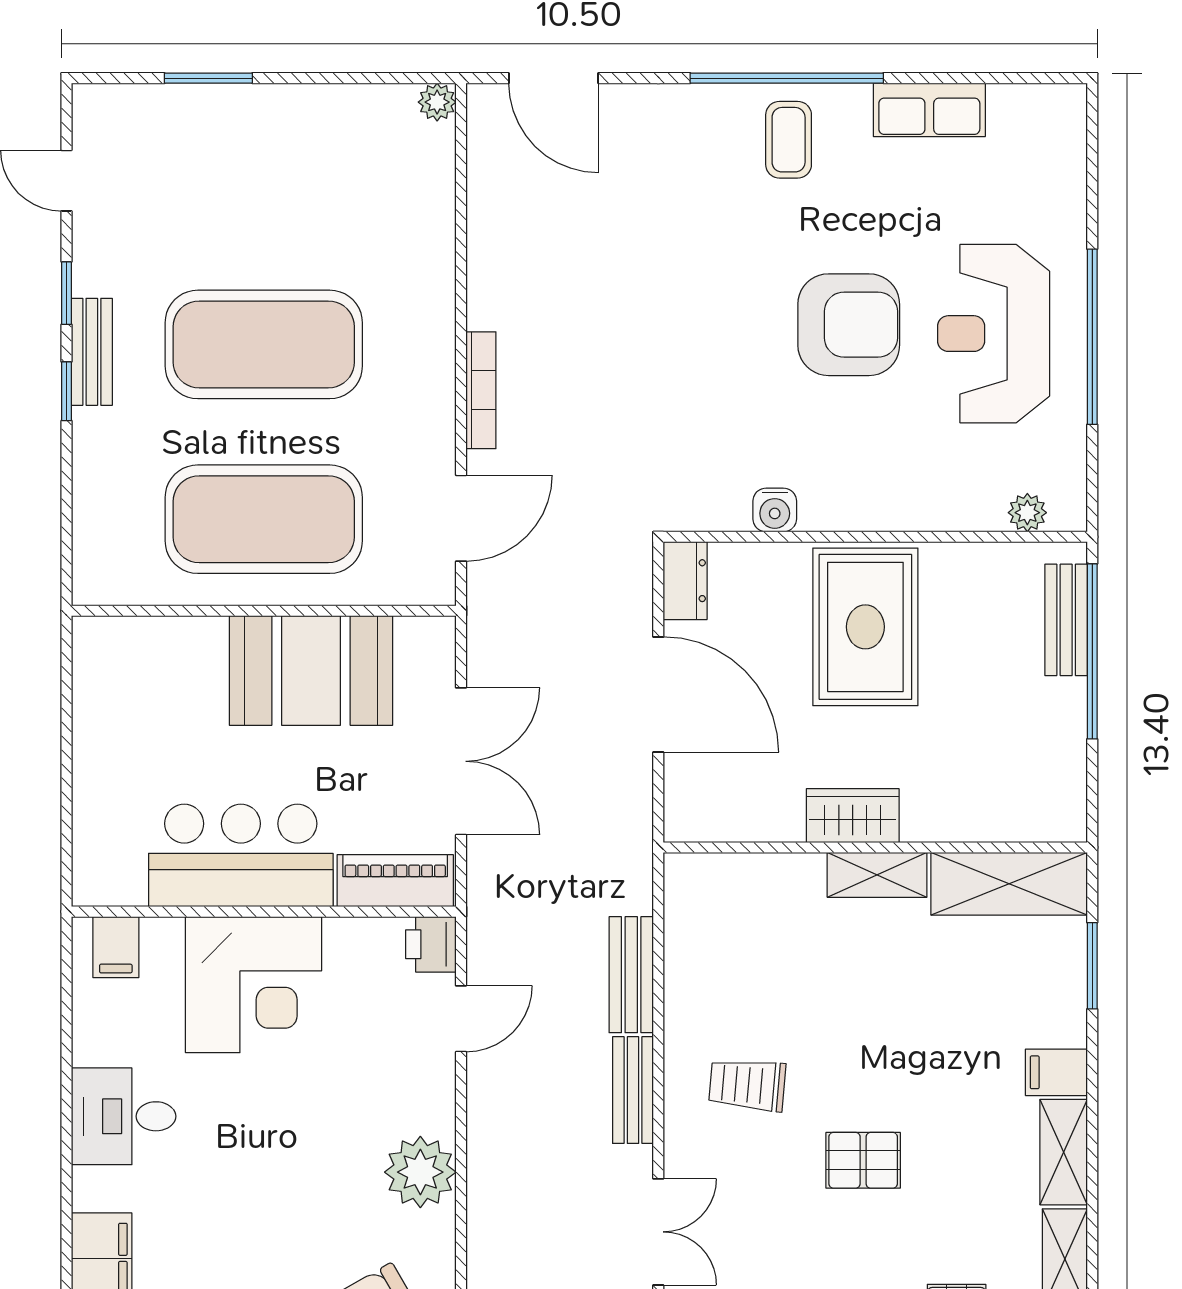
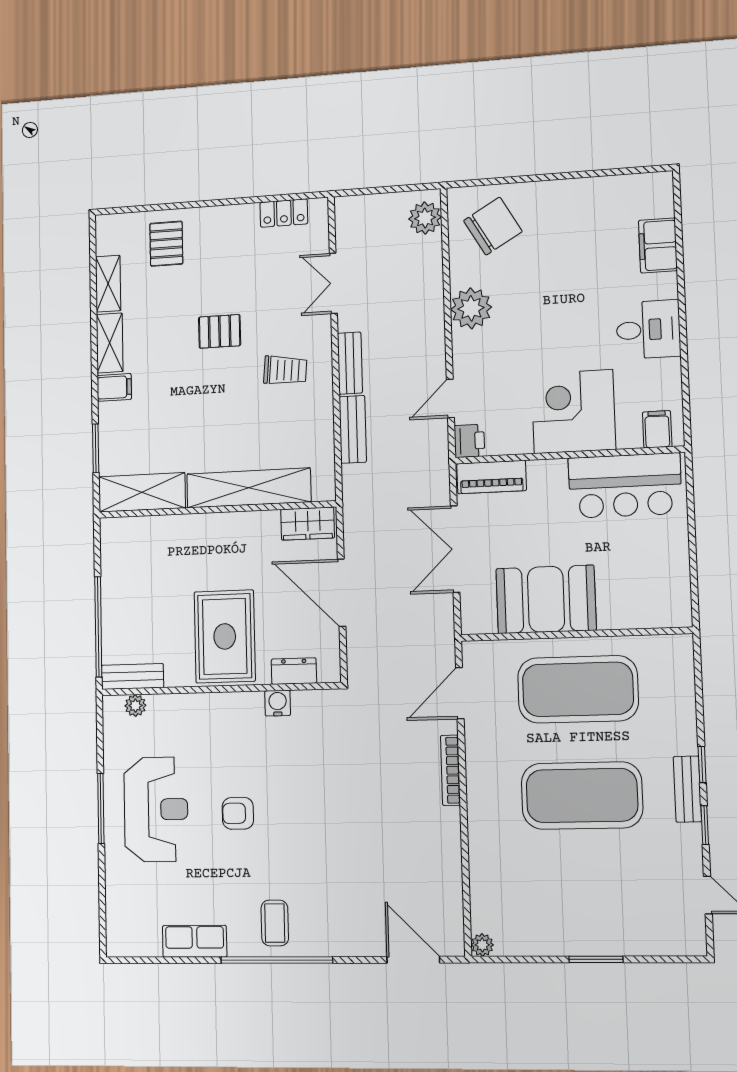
window: (208, 78) -> (596, 959), moved
armchair: (849, 325) -> (238, 813), width x0.53, depth x0.53
window: (1092, 337) -> (101, 808), width x0.68
dresser: (685, 581) -> (294, 671), moved, turned 90
bench: (1066, 620) -> (132, 676), moved, turned 90
wardrobe: (853, 816) -> (308, 524), moved
bar counter: (241, 855) -> (625, 486), moved
shelving: (877, 875) -> (249, 488), width x2.20, depth x1.33

